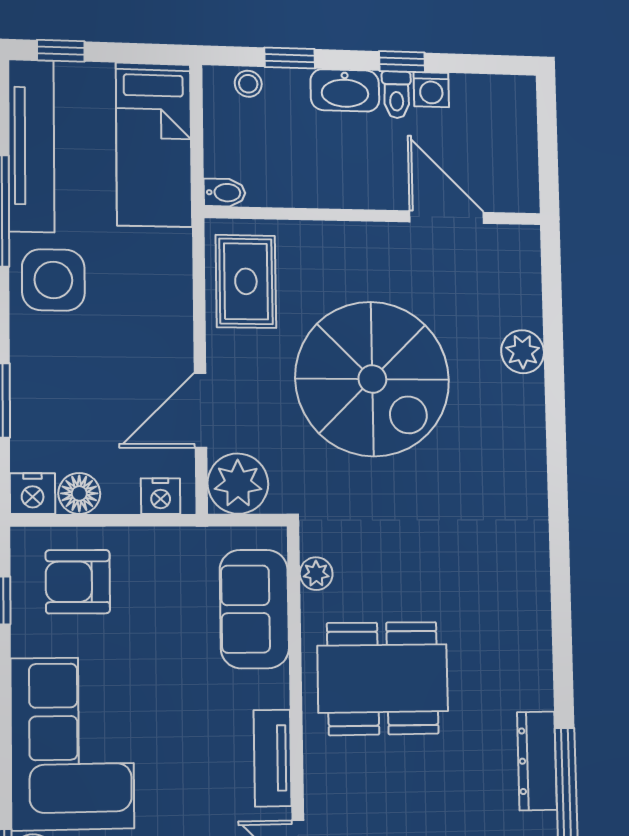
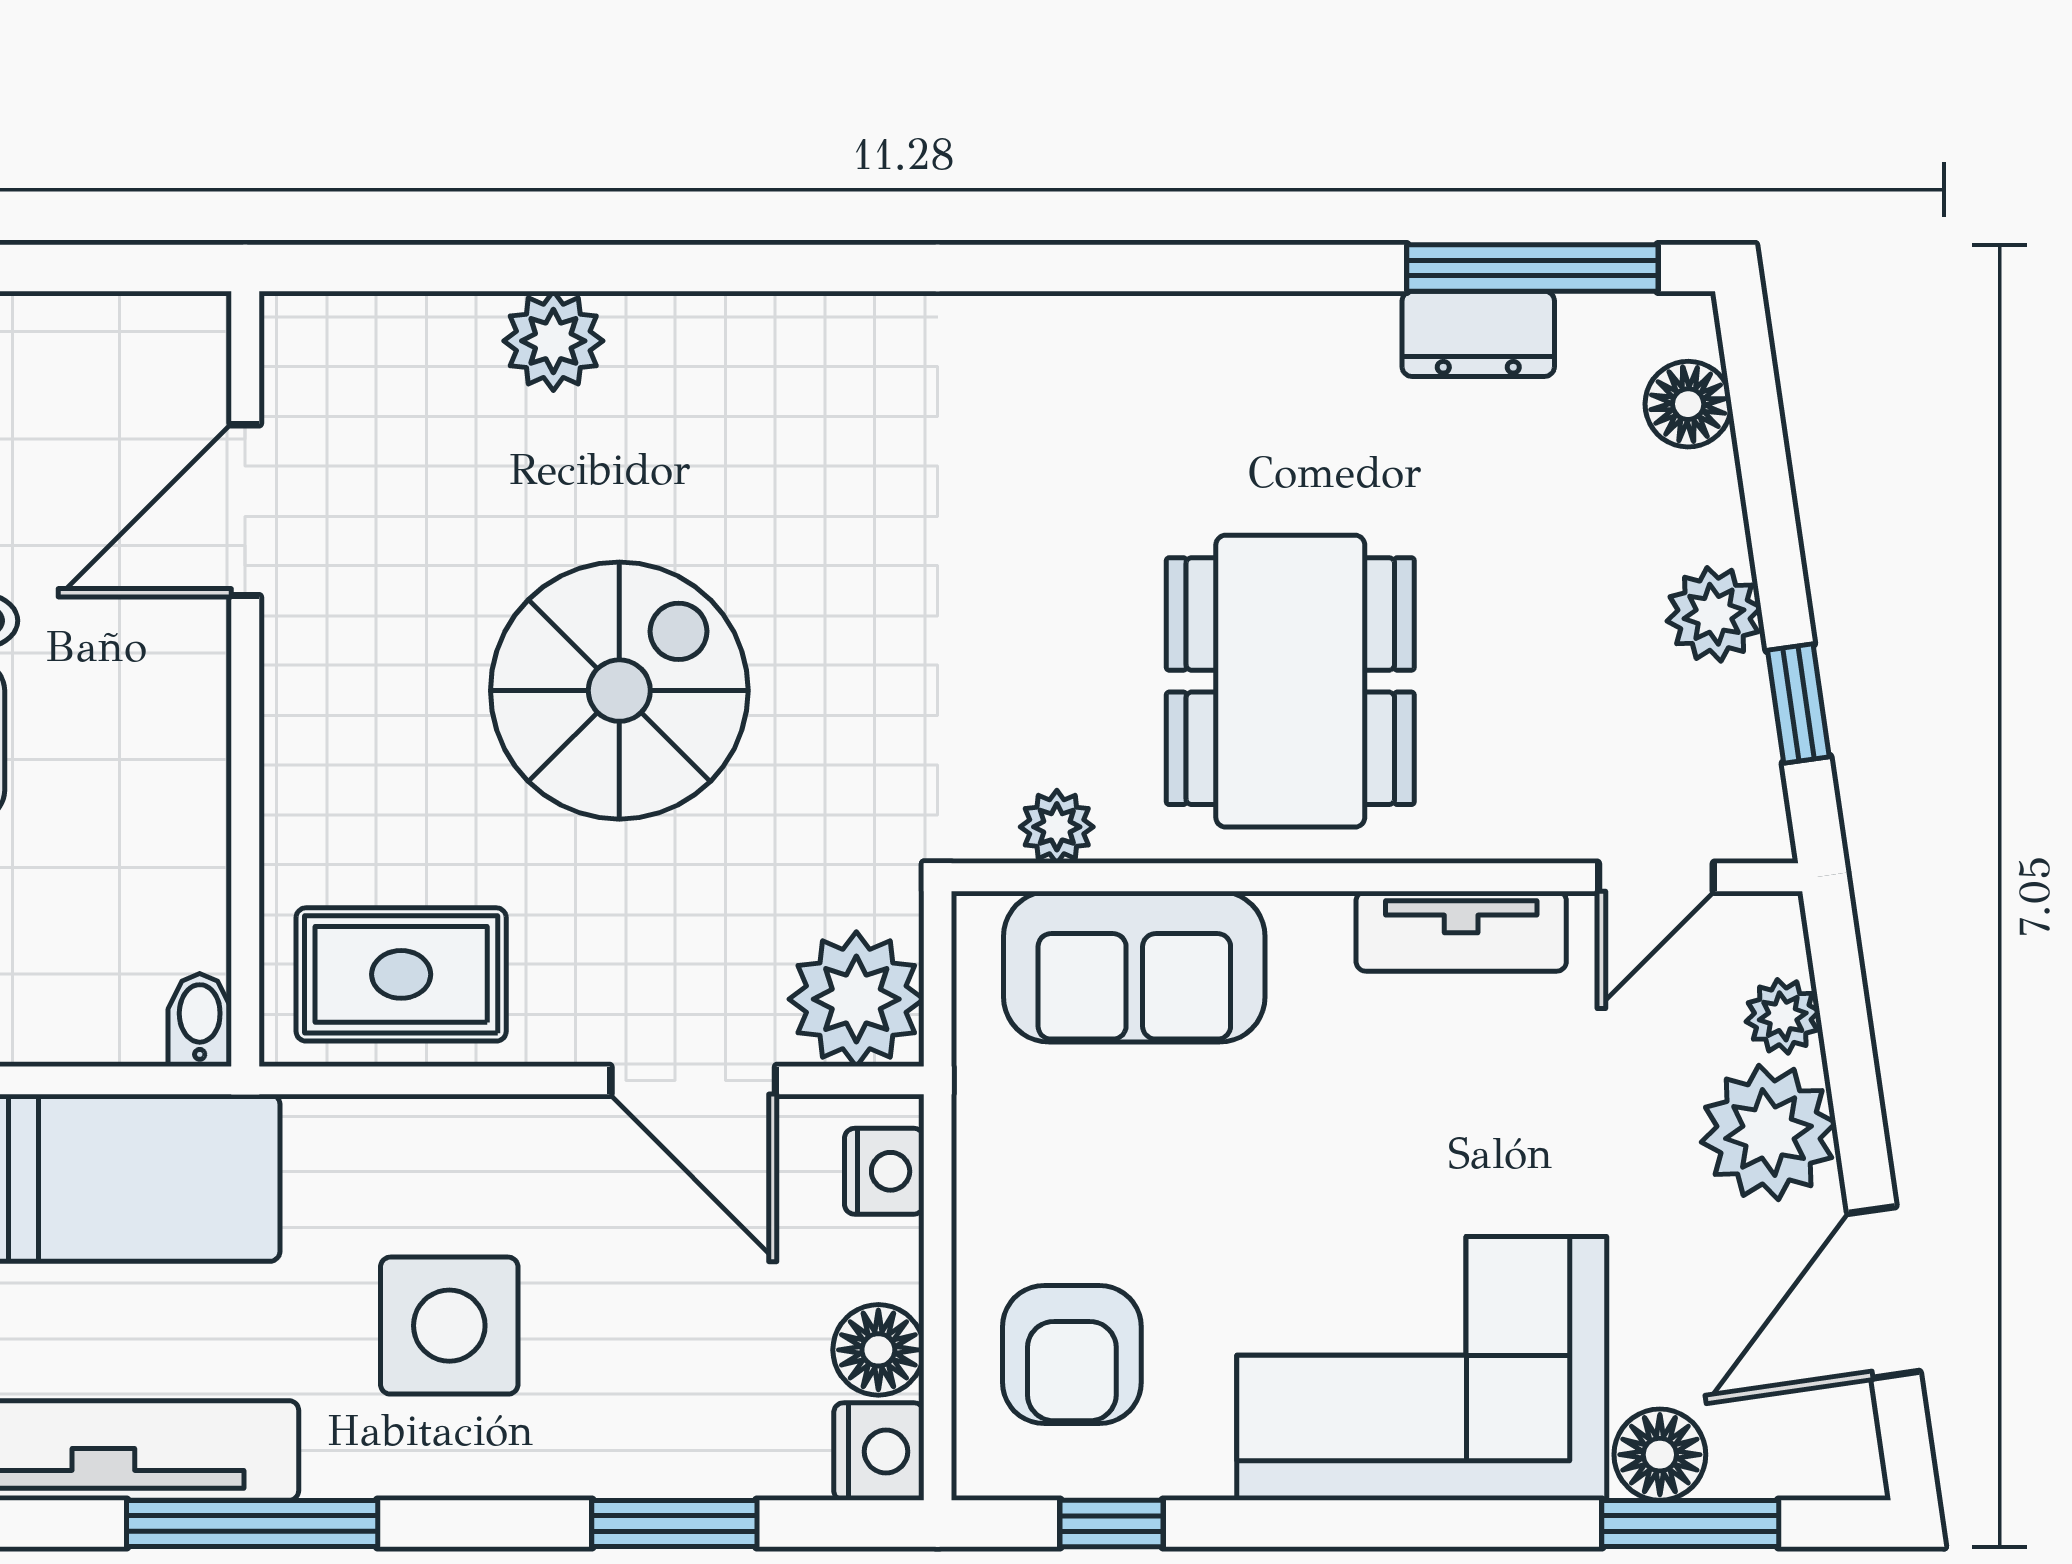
side table: (53, 280) -> (449, 1326), moved
spiral stairs: (372, 379) -> (619, 691), width x0.73, depth x0.73
dresser: (537, 761) -> (1478, 334), width x0.70

